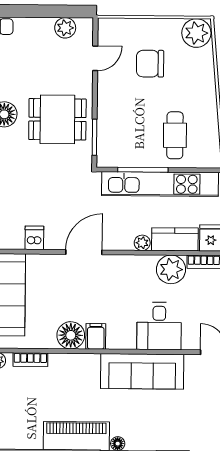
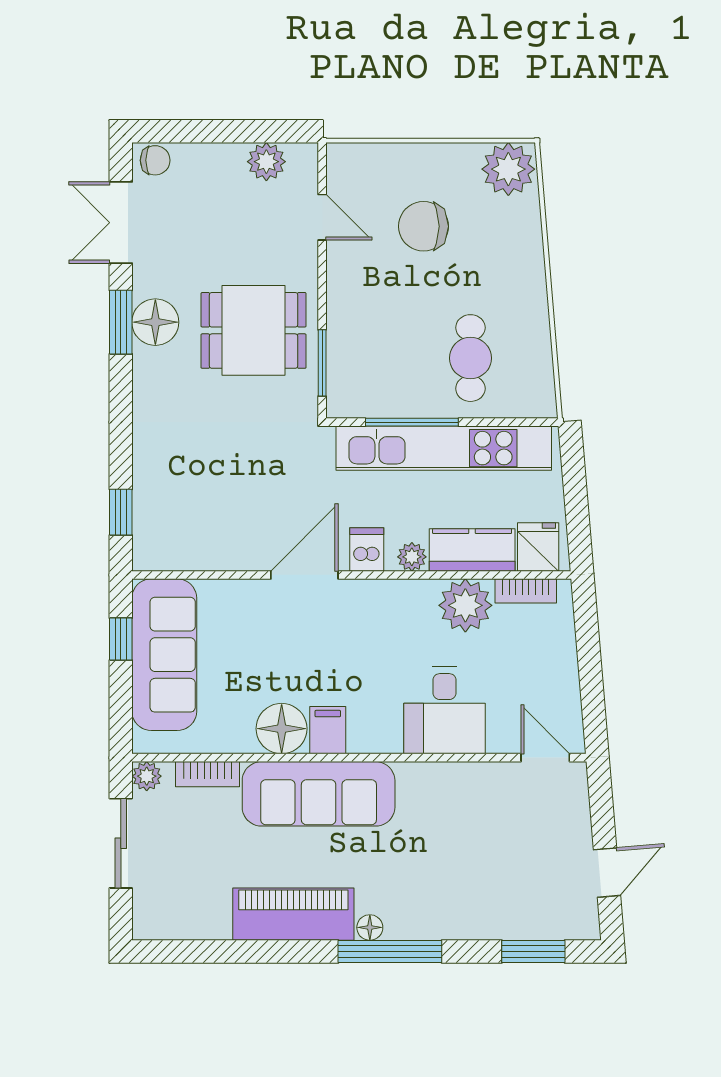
door: (95, 58) -> (322, 217), hinge flipped
dishwasher: (34, 238) -> (367, 549), moved
sofa: (142, 371) -> (319, 794), moved

